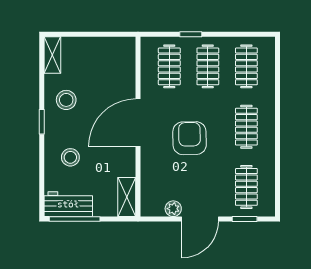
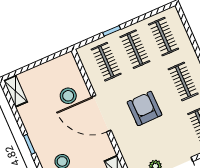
stool: (66, 100) -> (68, 96), moved
door: (138, 123) -> (101, 114), hinge flipped

